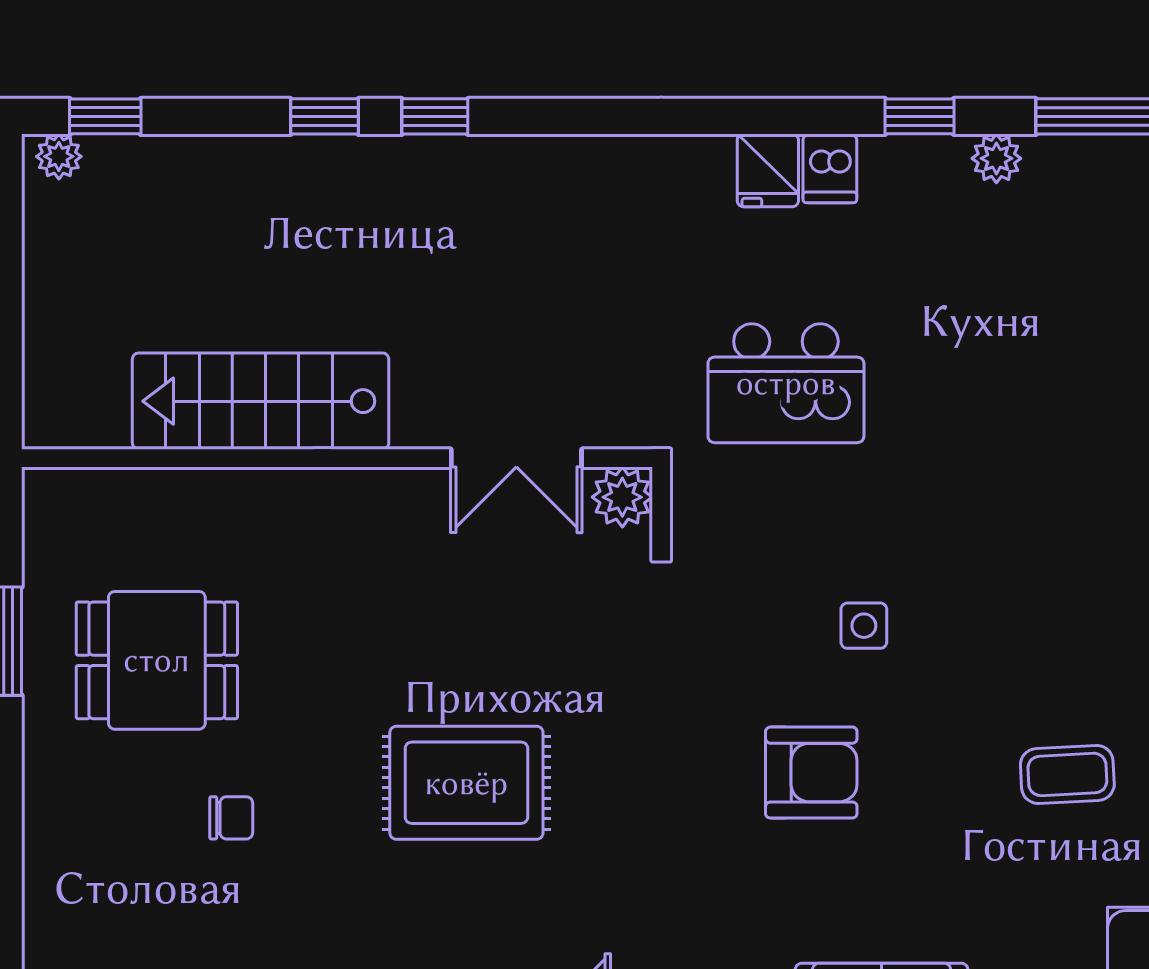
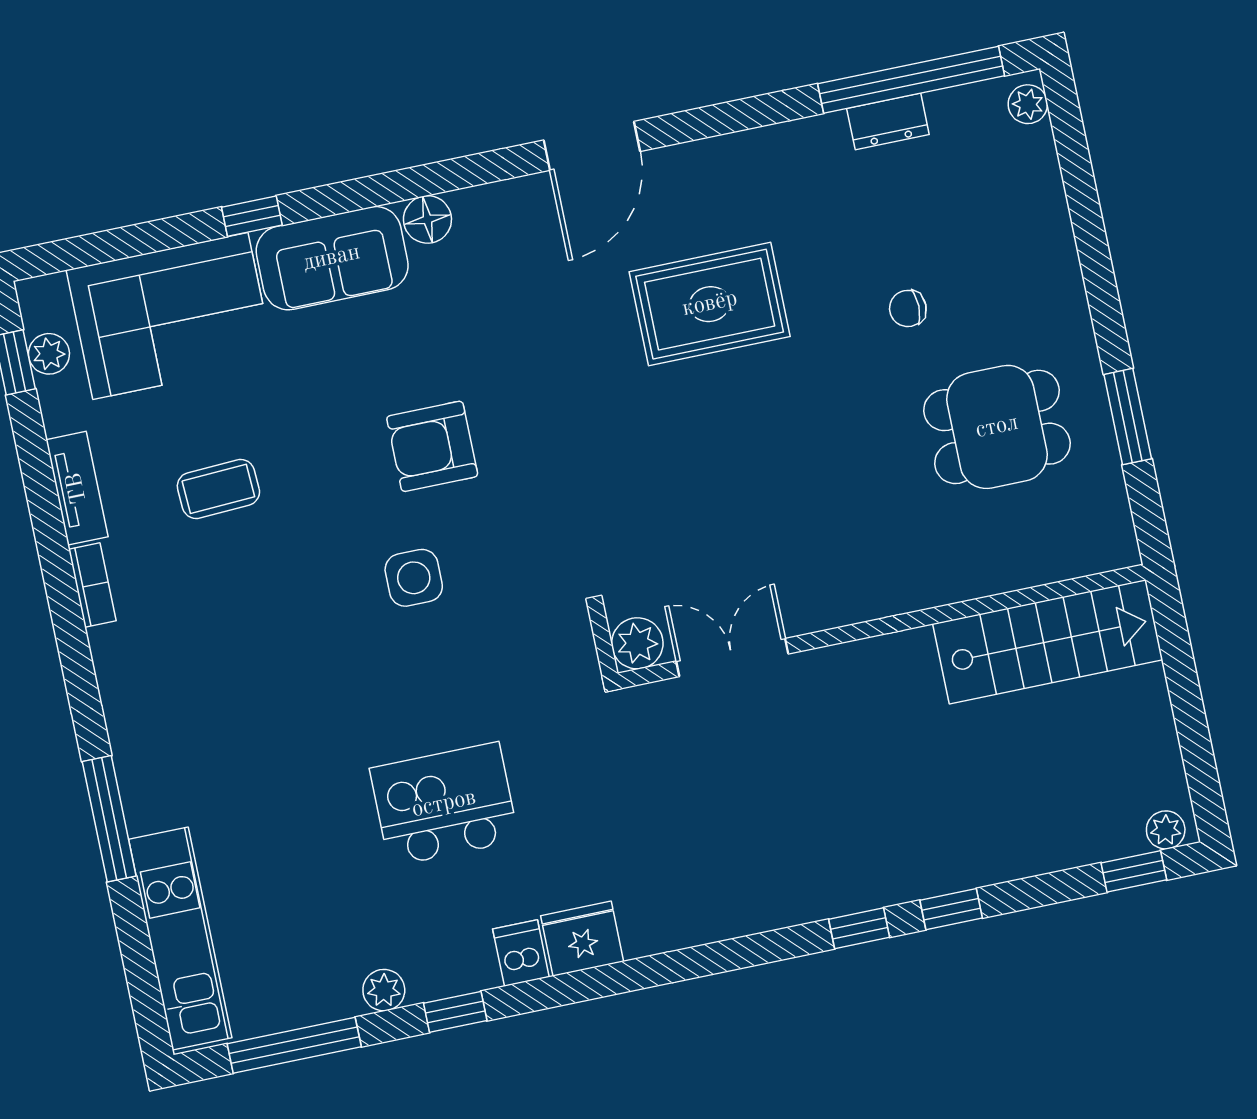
fridge: (768, 170) -> (582, 939), width x1.38
kitchen island: (786, 383) -> (444, 804), moved
stairs: (261, 401) -> (1048, 642), moved
side table: (864, 626) -> (414, 578), width x1.37, depth x1.37
rug: (466, 783) -> (710, 304), moved

